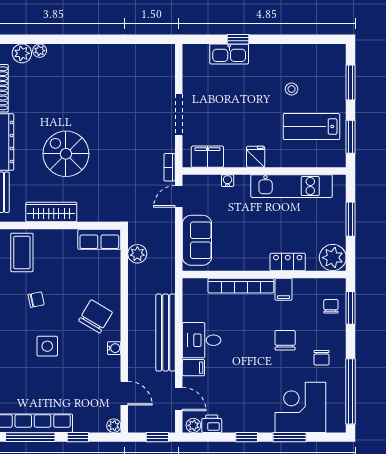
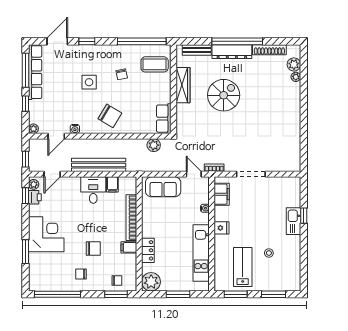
kitchen sink: (229, 54) -> (293, 221), moved
water cooler: (114, 348) -> (75, 129), moved
filing cabinet: (193, 368) -> (112, 184), moved
corner desk: (300, 407) -> (46, 234), moved
window: (247, 437) -> (25, 196), moved

